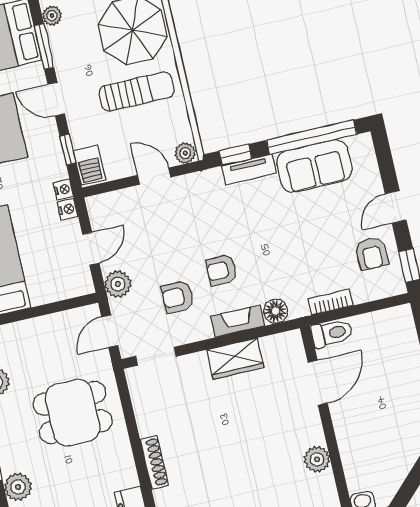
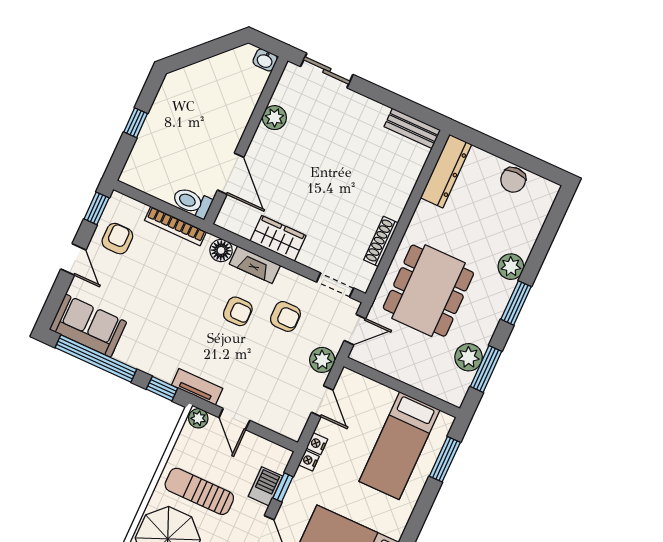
barbecue: (89, 165) -> (265, 486), moved
sofa: (314, 166) -> (88, 326), moved
tv unit: (249, 170) -> (197, 387), moved
door: (396, 207) -> (73, 259), hinge flipped
door: (91, 249) -> (322, 401), swing flipped
bookcase: (330, 302) -> (175, 226), width x1.56
door: (318, 383) -> (231, 174), swing flipped
dining table: (73, 413) -> (428, 291), width x1.38
shoe rack: (154, 462) -> (381, 241), moved

